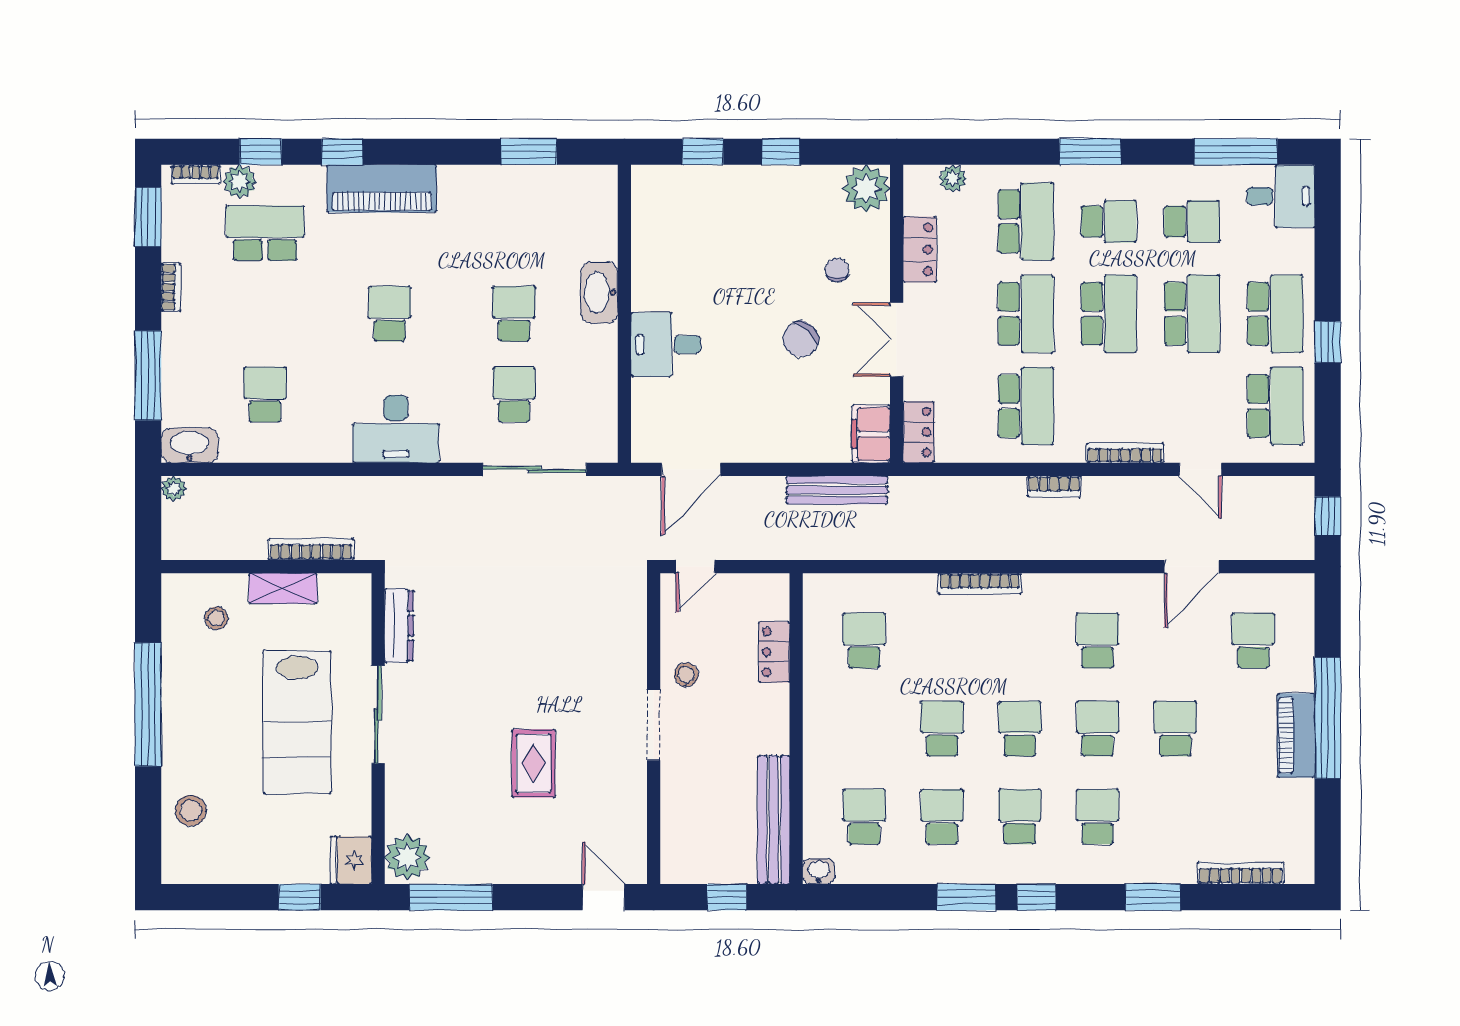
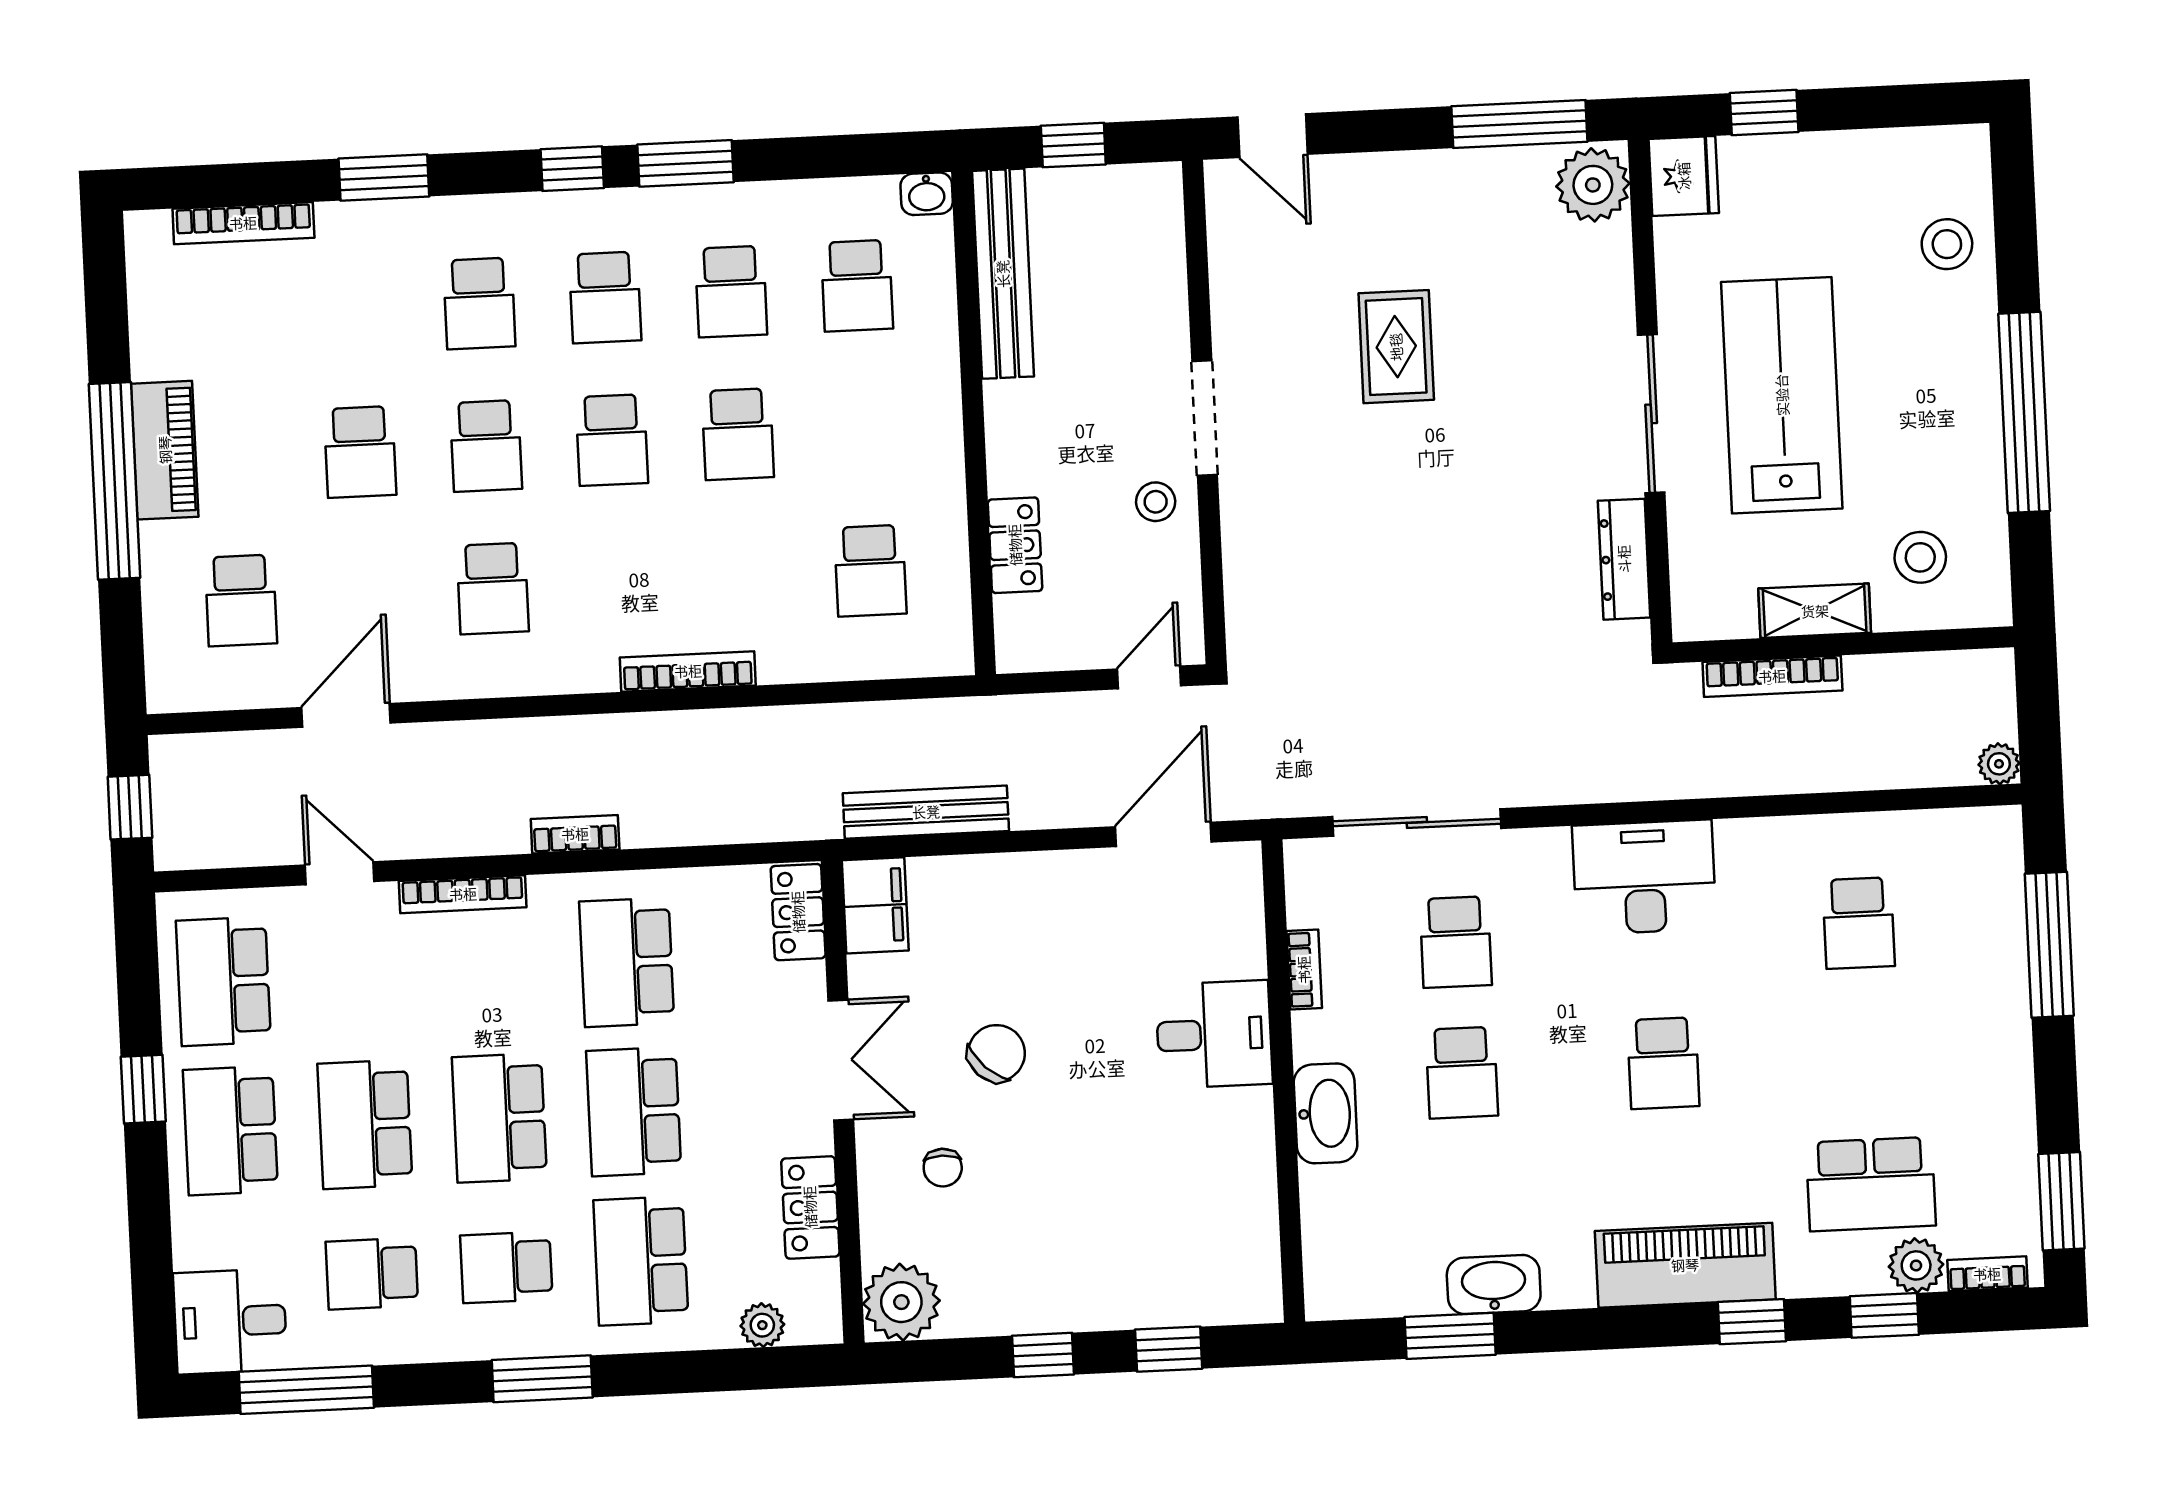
bookcase: (171, 287) -> (1304, 970), moved, turned 180
washbasin: (190, 445) -> (1494, 1285), moved, turned 180
stool: (216, 618) -> (1920, 557), width x1.37, depth x1.37

